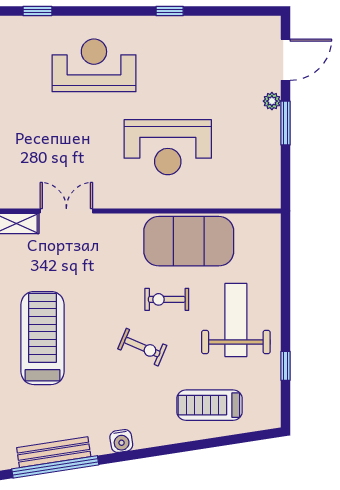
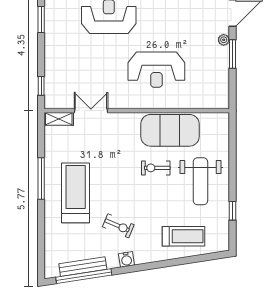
weight bench: (236, 320) -> (200, 181), turned 180
exercise bike: (142, 347) -> (118, 226), moved
treadmill: (210, 405) -> (183, 236), turned 180

